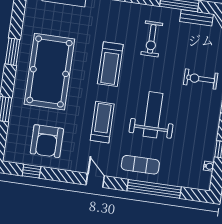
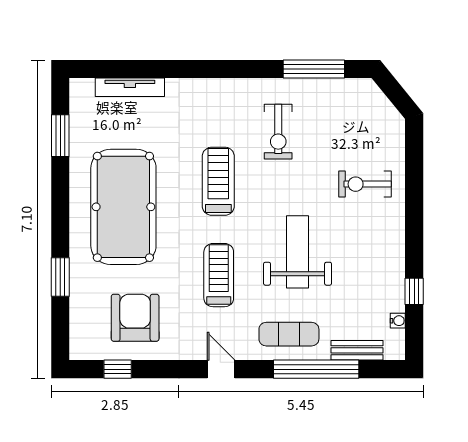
bench: (197, 18) -> (357, 350), moved
window: (13, 52) -> (60, 136), moved
treadmill: (110, 64) -> (218, 181), turned 180
armchair: (47, 141) -> (135, 318), turned 180

